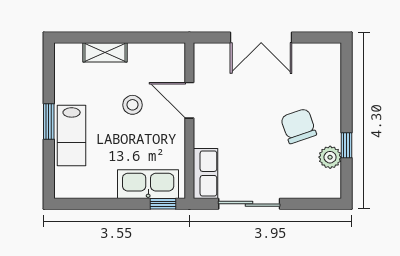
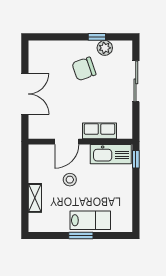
row of seats: (206, 173) -> (100, 131), moved
kitchen sink: (148, 184) -> (111, 154), moved, turned -90
sliding door: (249, 204) -> (136, 81), moved

